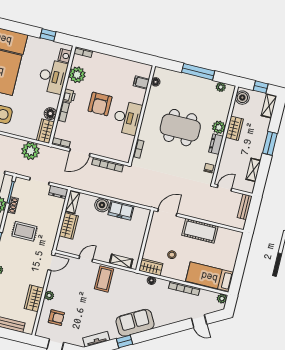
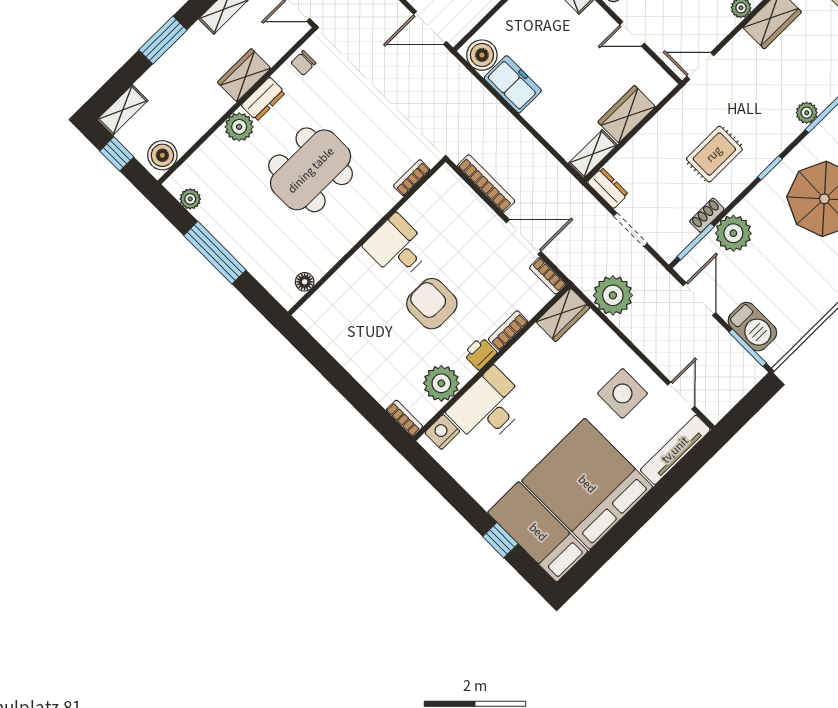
window: (48, 35) -> (500, 540), moved
filing cabinet: (141, 82) -> (332, 297), removed
armchair: (100, 104) -> (432, 304), turned -90
floor lamp: (50, 114) -> (534, 342), removed
desk: (127, 118) -> (397, 248), width x0.73
dining table: (180, 128) -> (311, 170), turned 90
wardrobe: (234, 128) -> (244, 75), moved
boiler: (102, 205) -> (482, 55), moved
rug: (24, 231) -> (714, 154), turned 90

